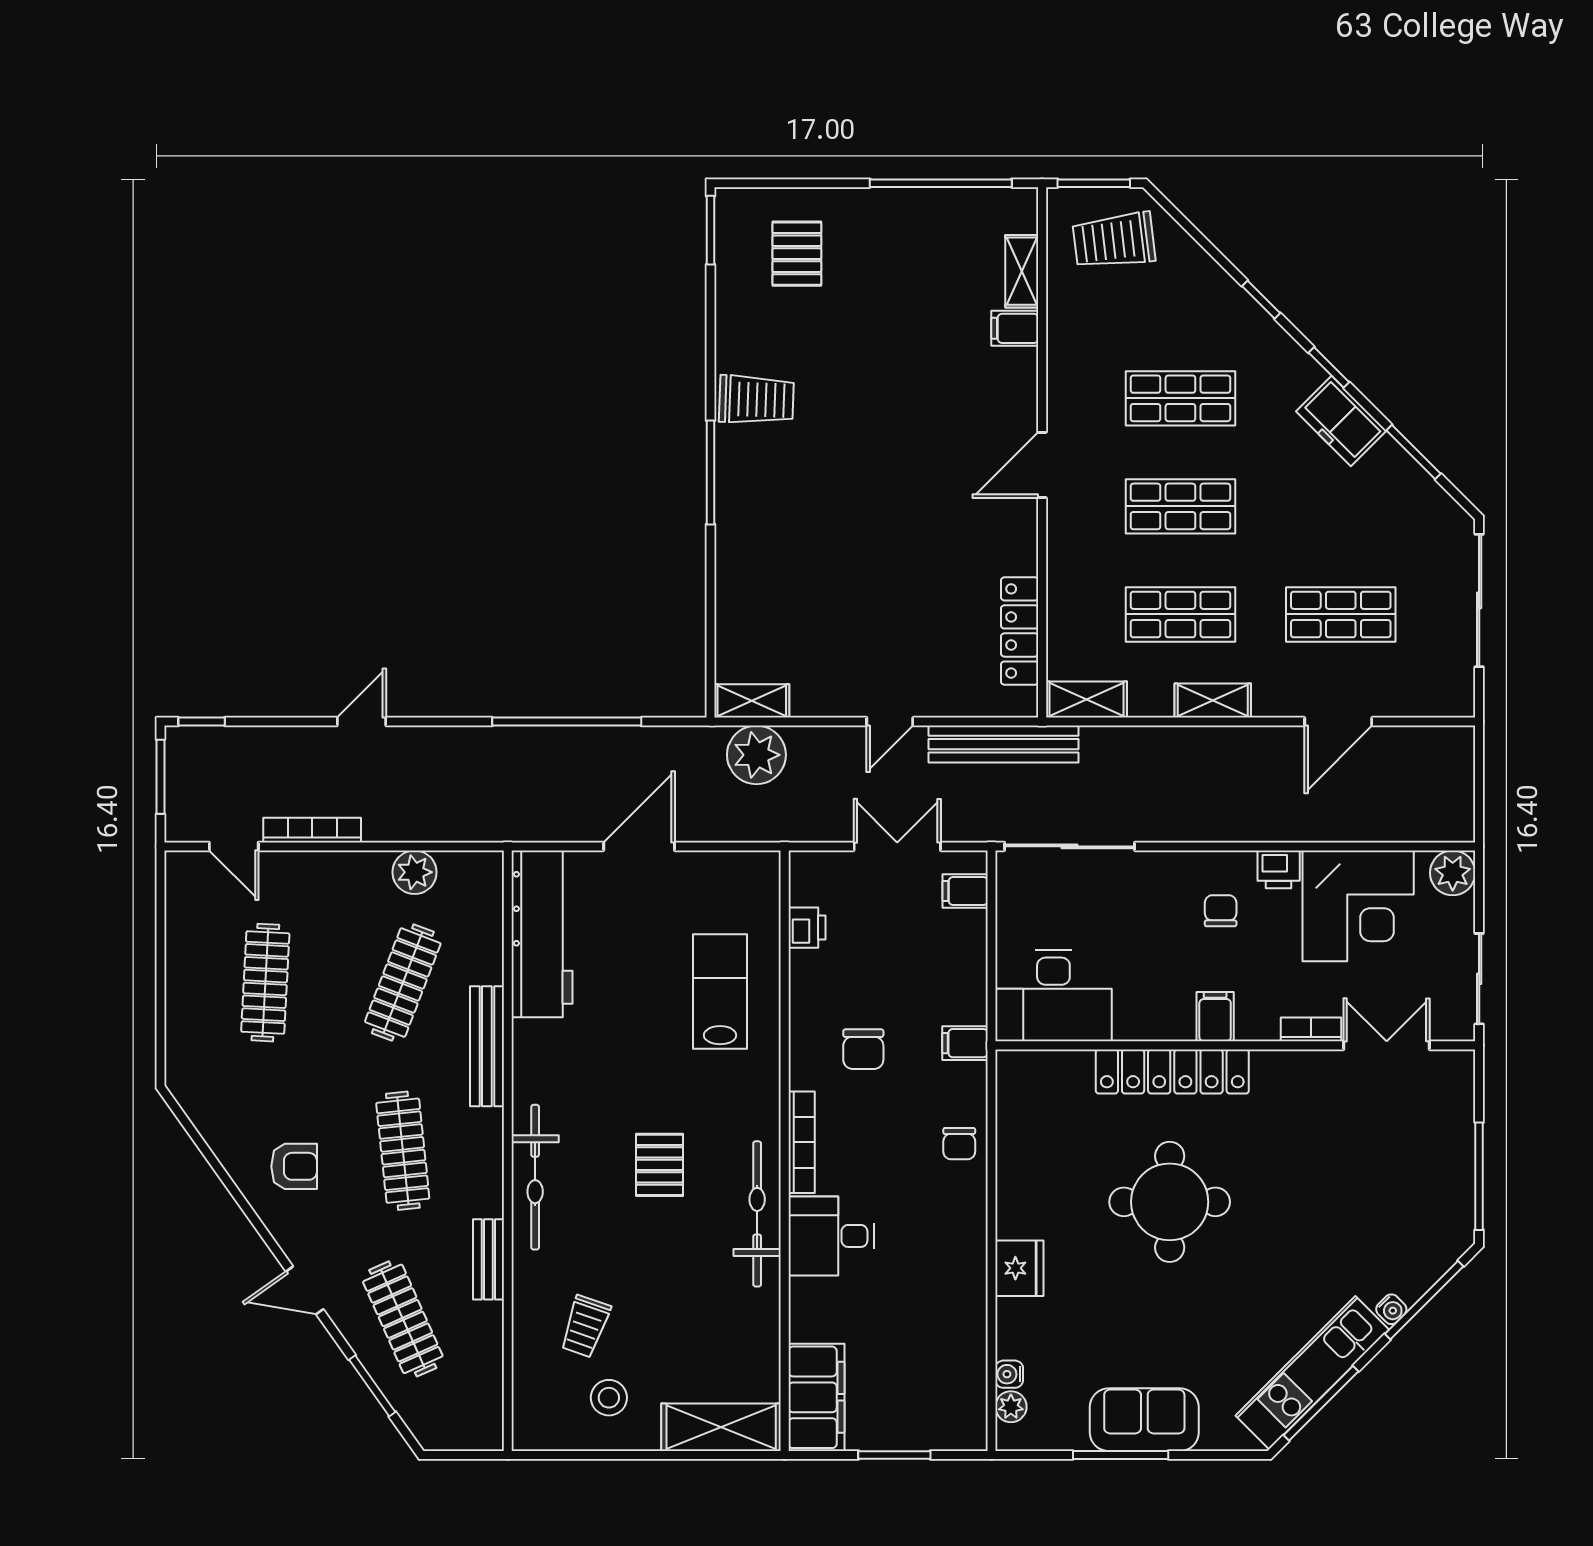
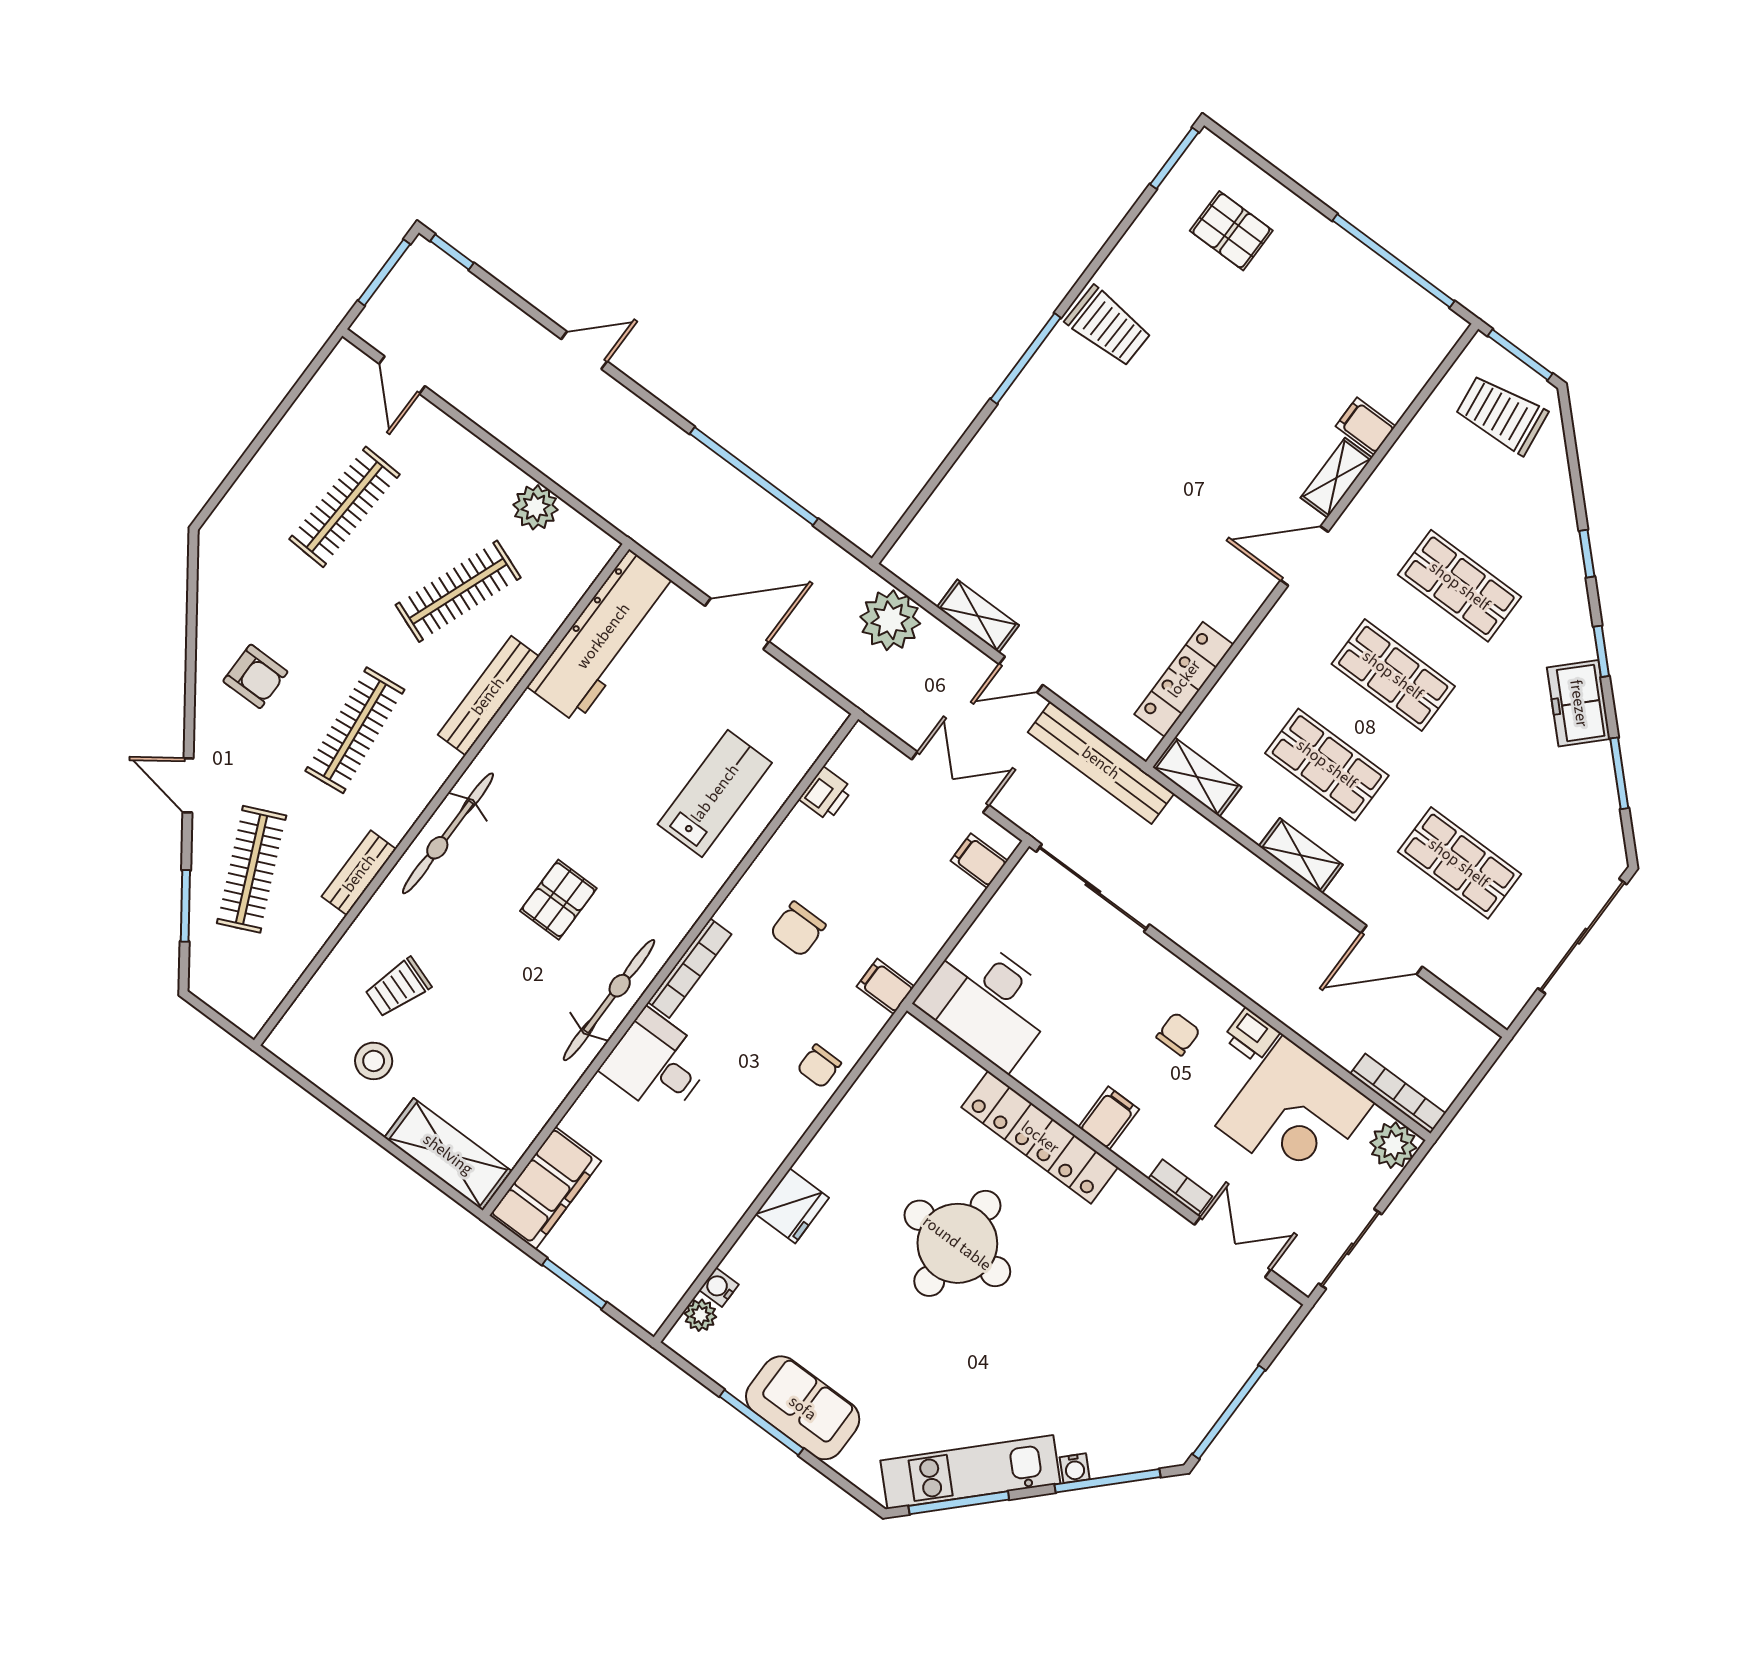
pallet: (797, 254) -> (1231, 231), turned 90
shelving: (1022, 271) -> (1336, 478), moved
shelving: (752, 701) -> (978, 616), moved
bookcase: (312, 830) -> (1398, 1094), moved

